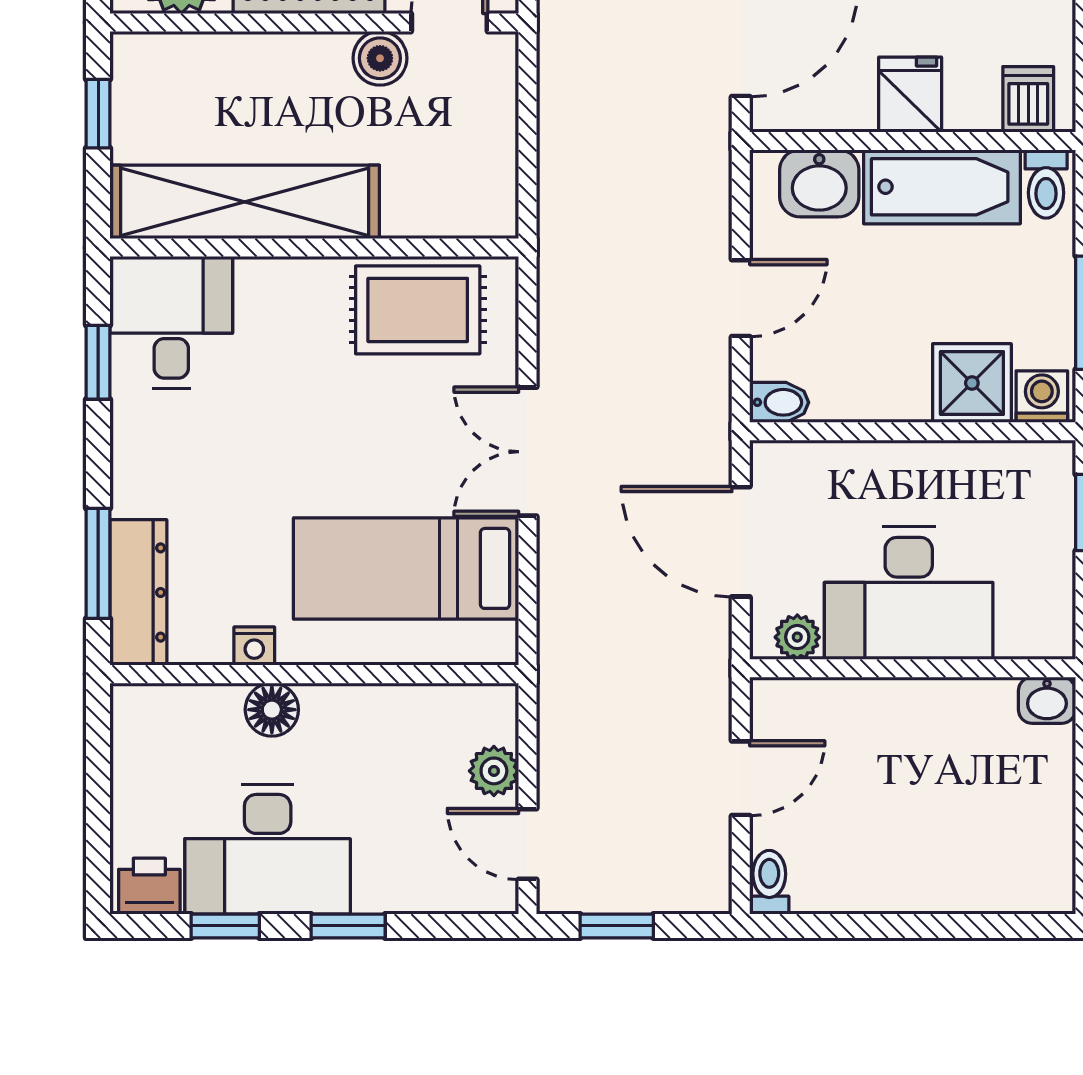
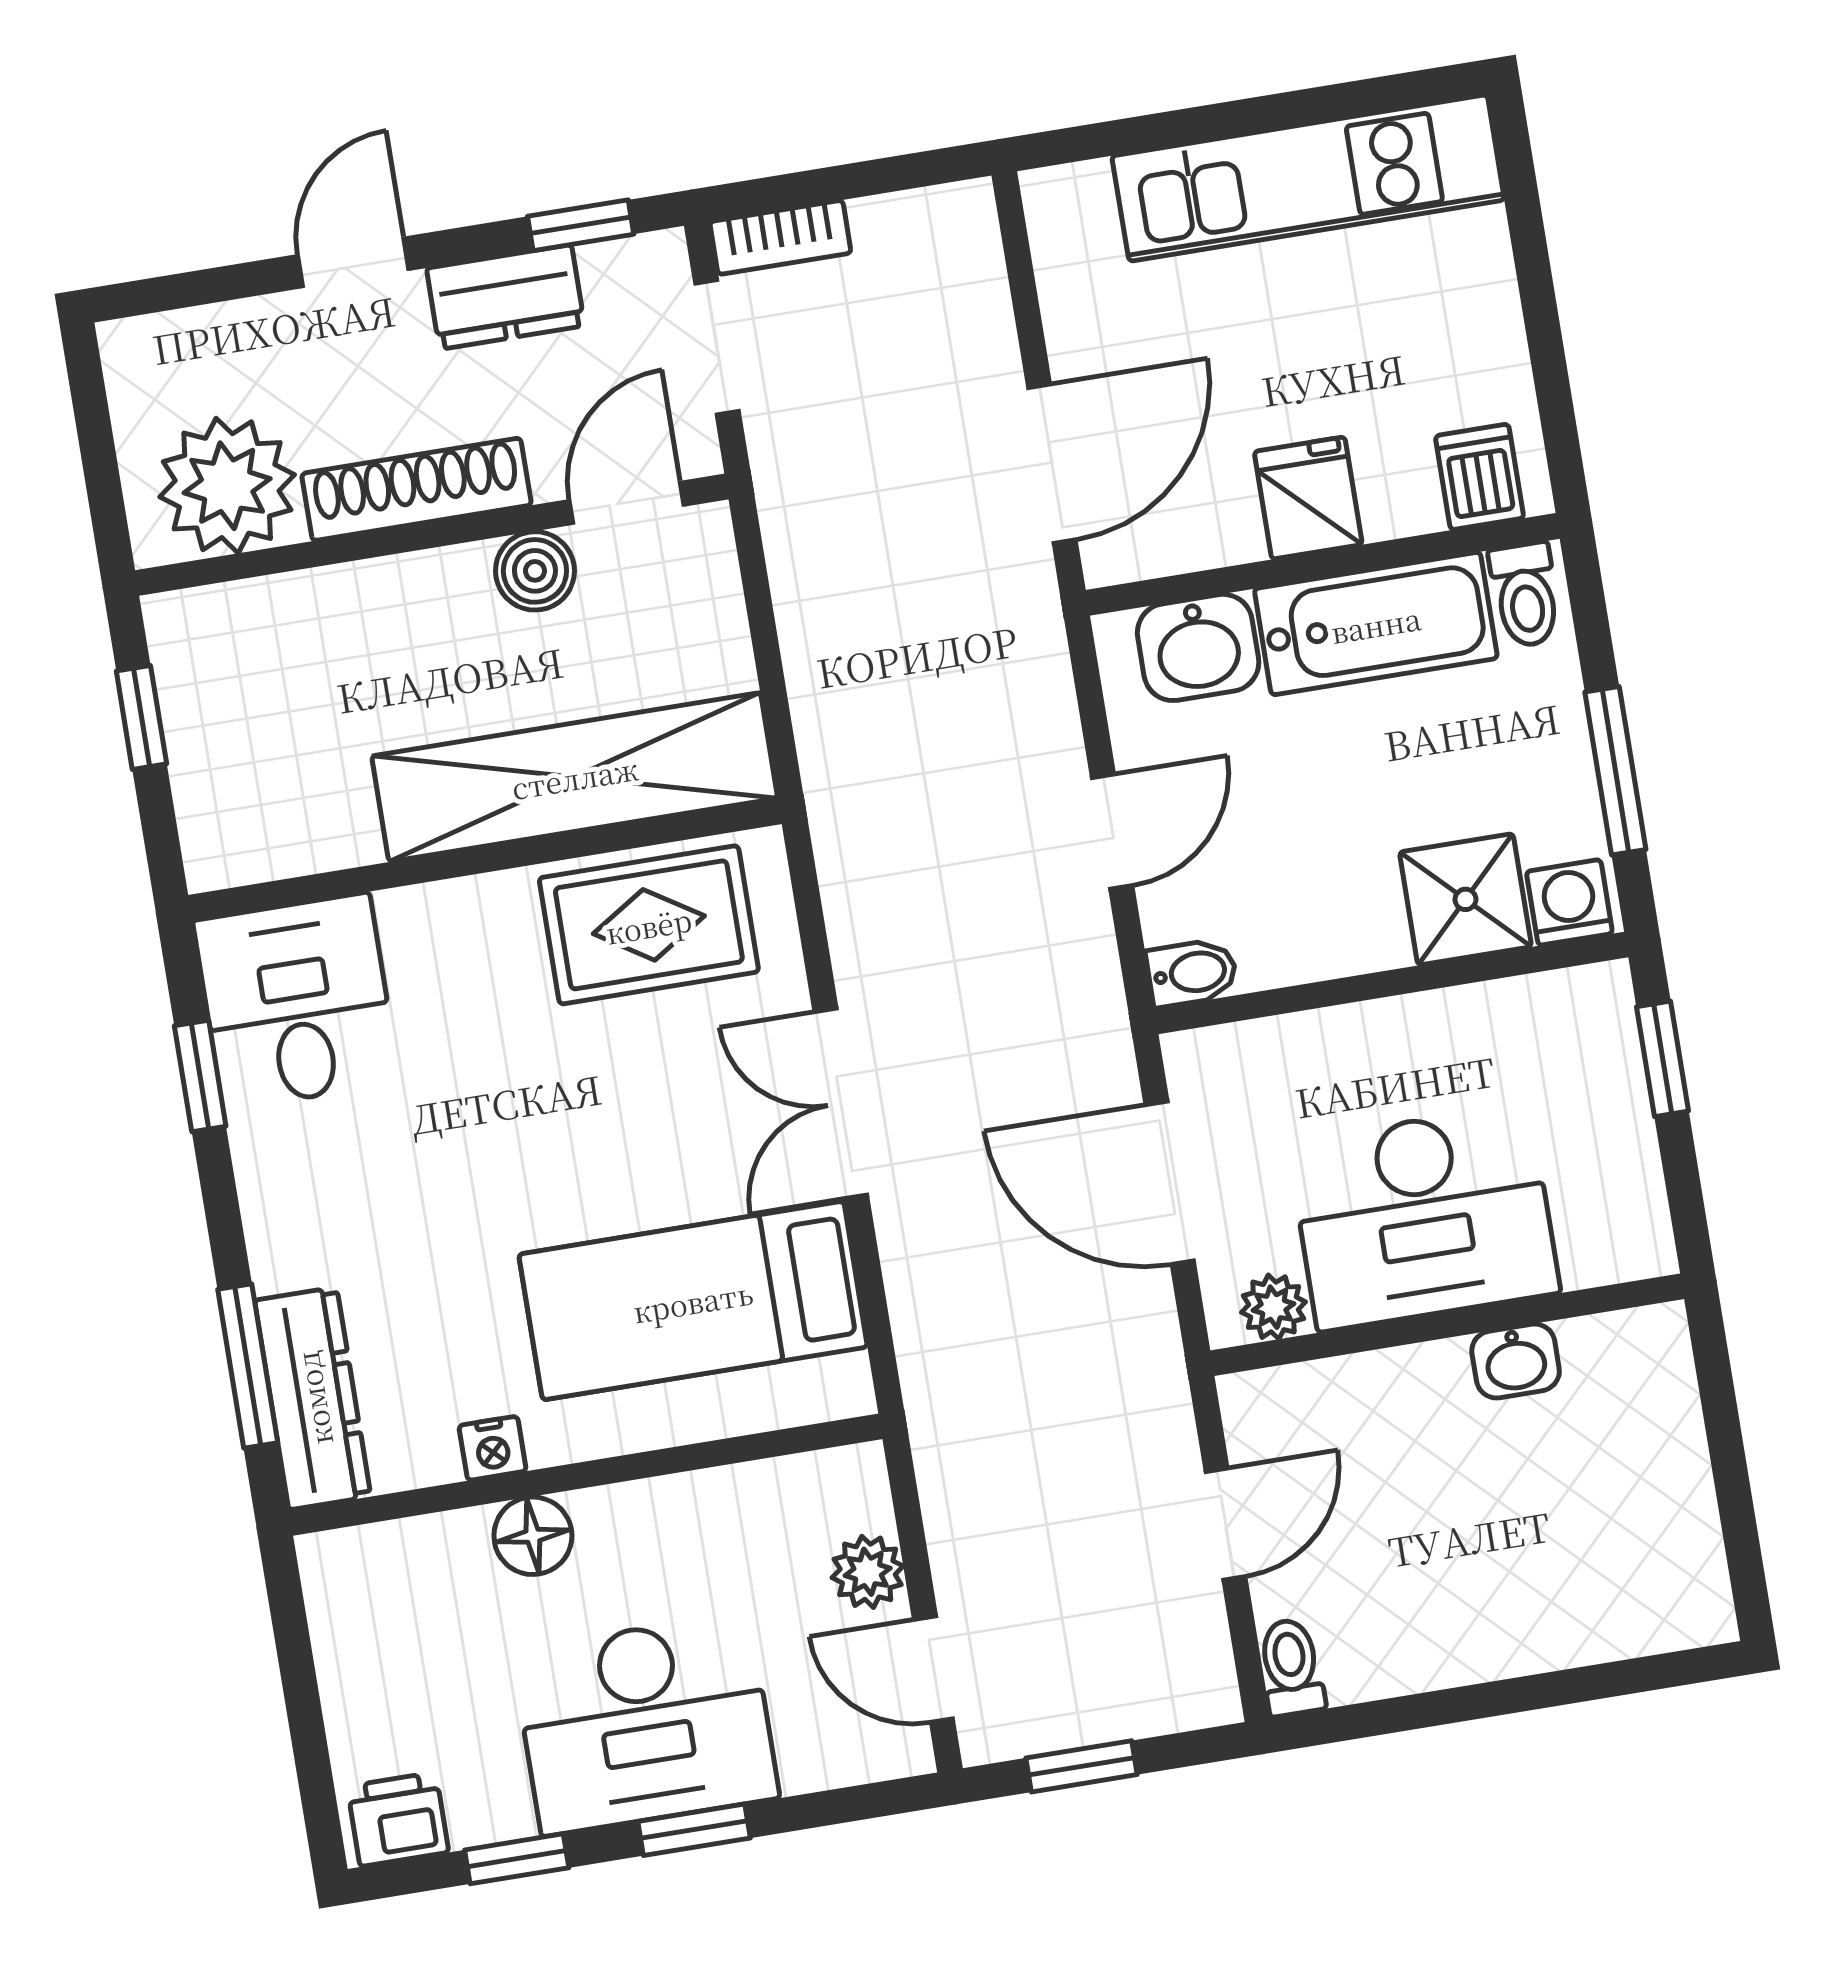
shelving: (245, 202) -> (575, 777), moved
washbasin: (1047, 700) -> (1516, 1361), moved
desk: (268, 849) -> (646, 1724), moved

